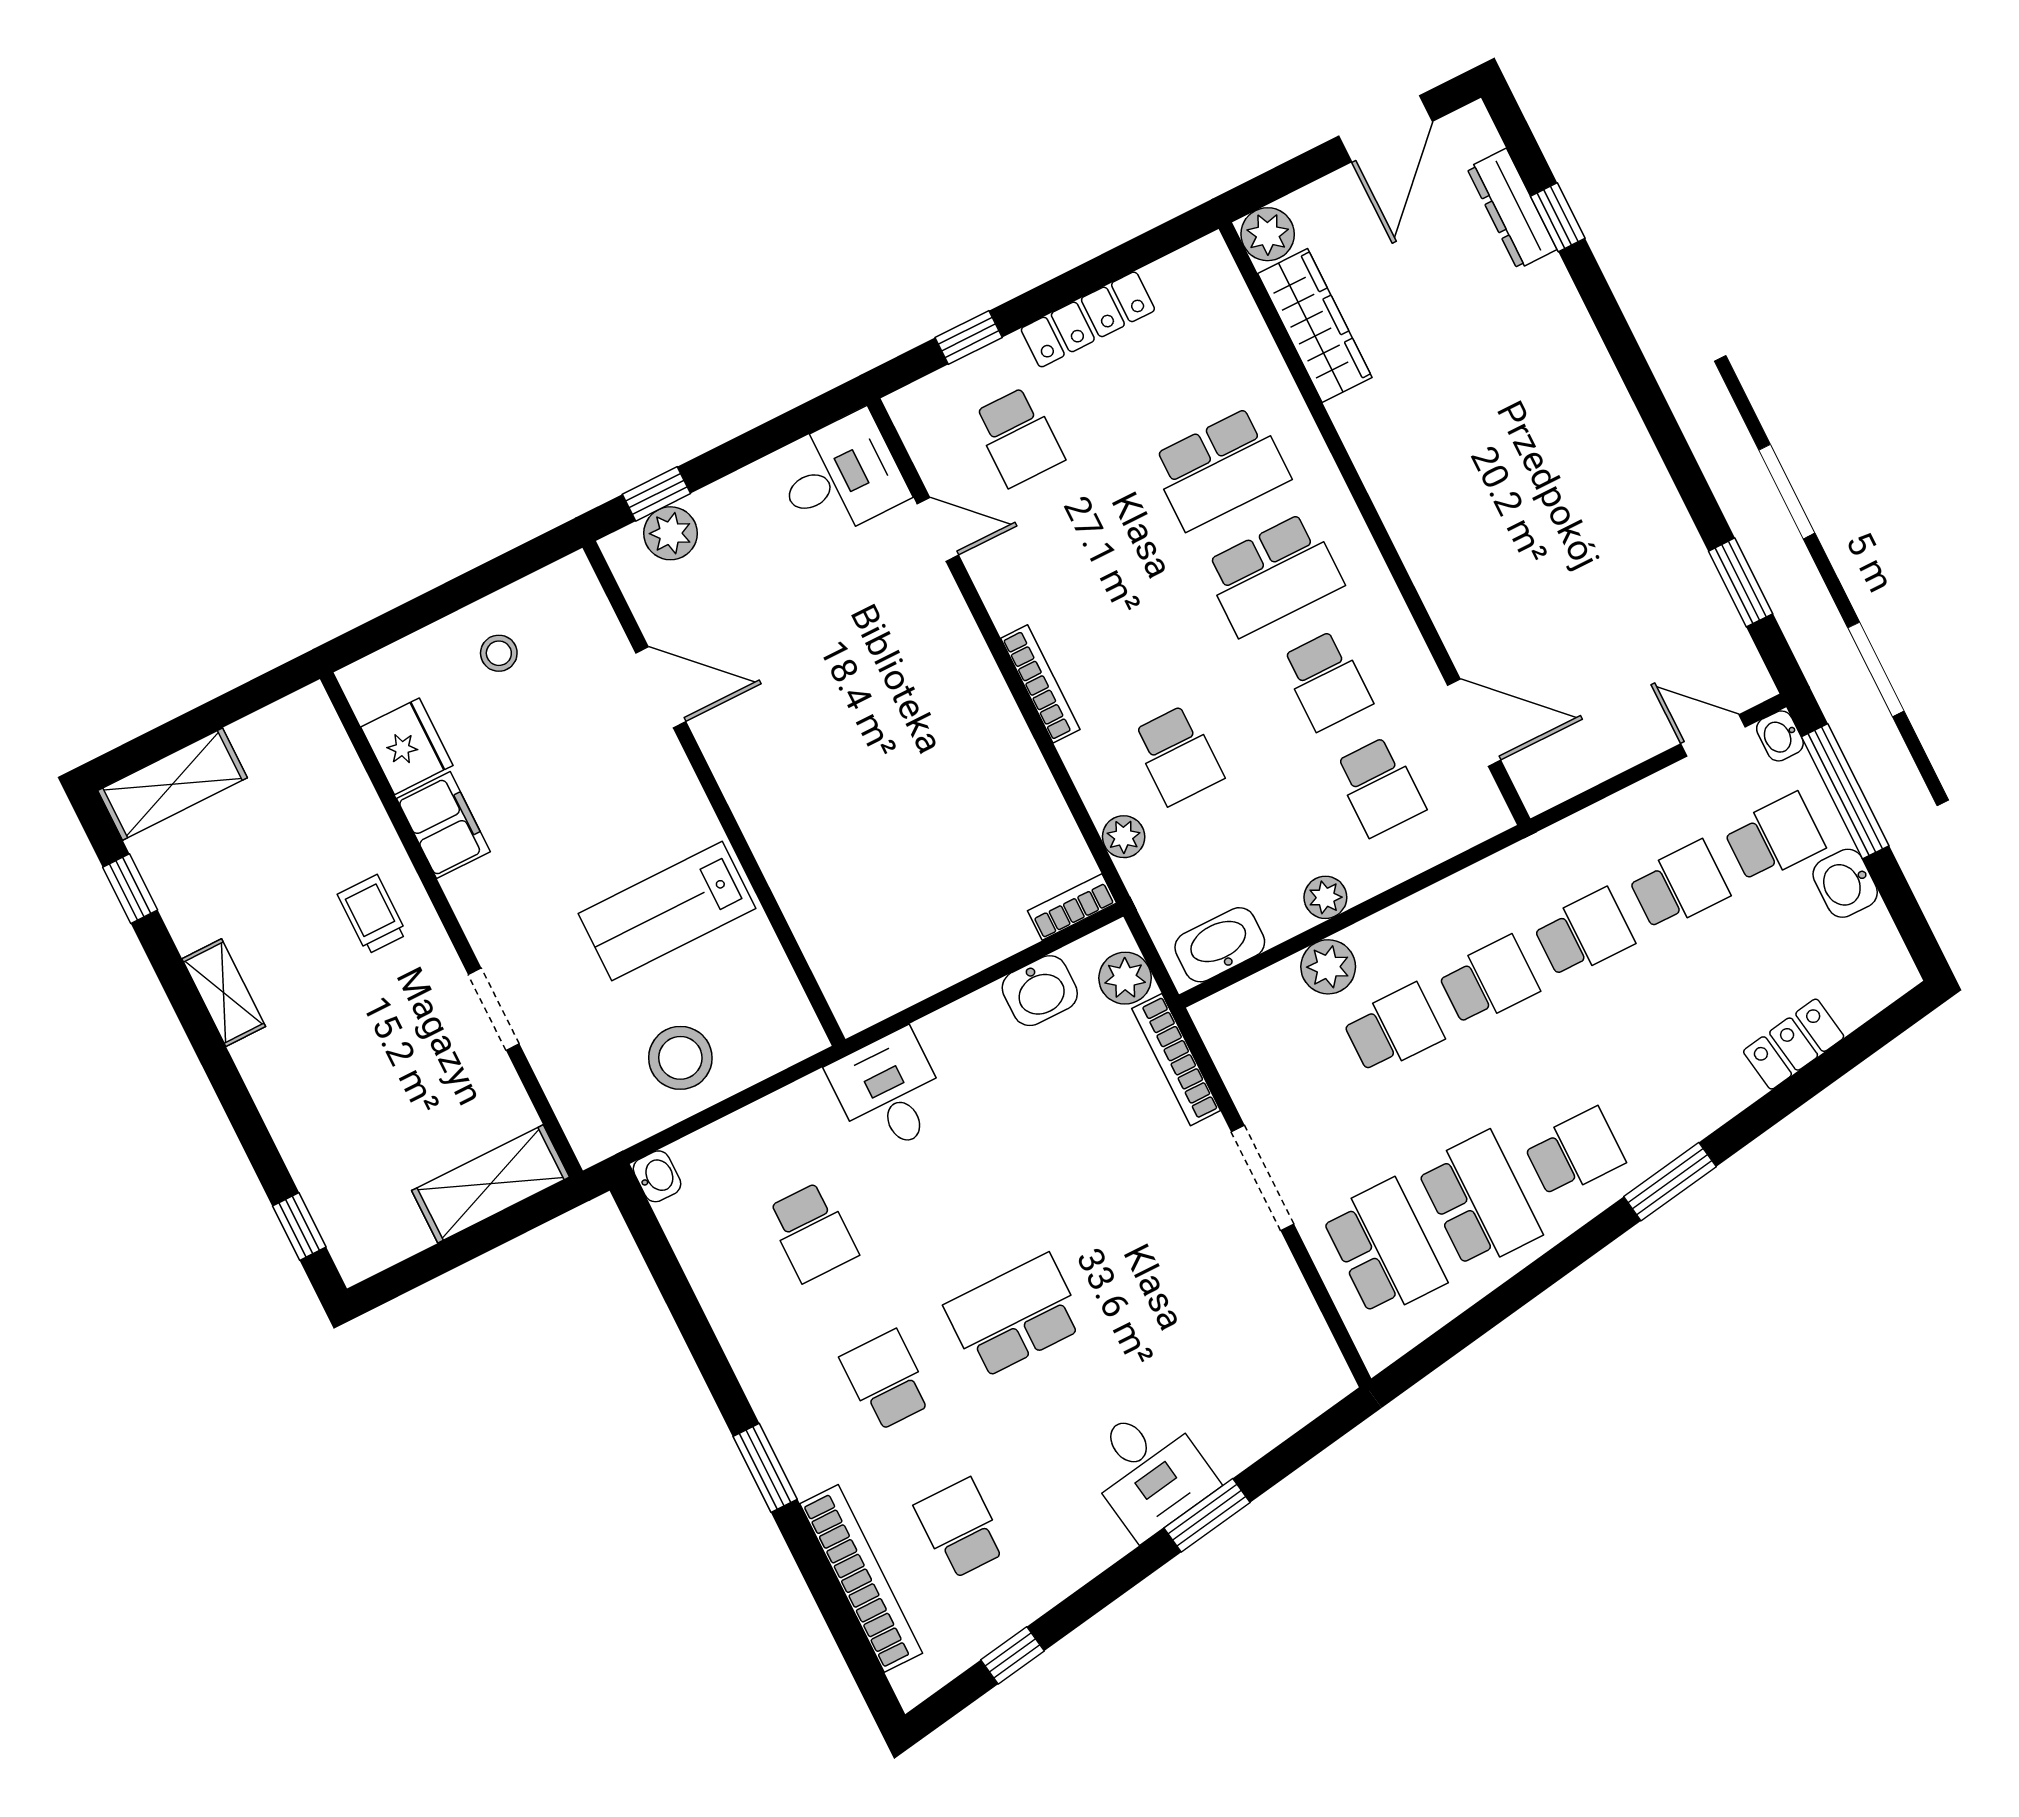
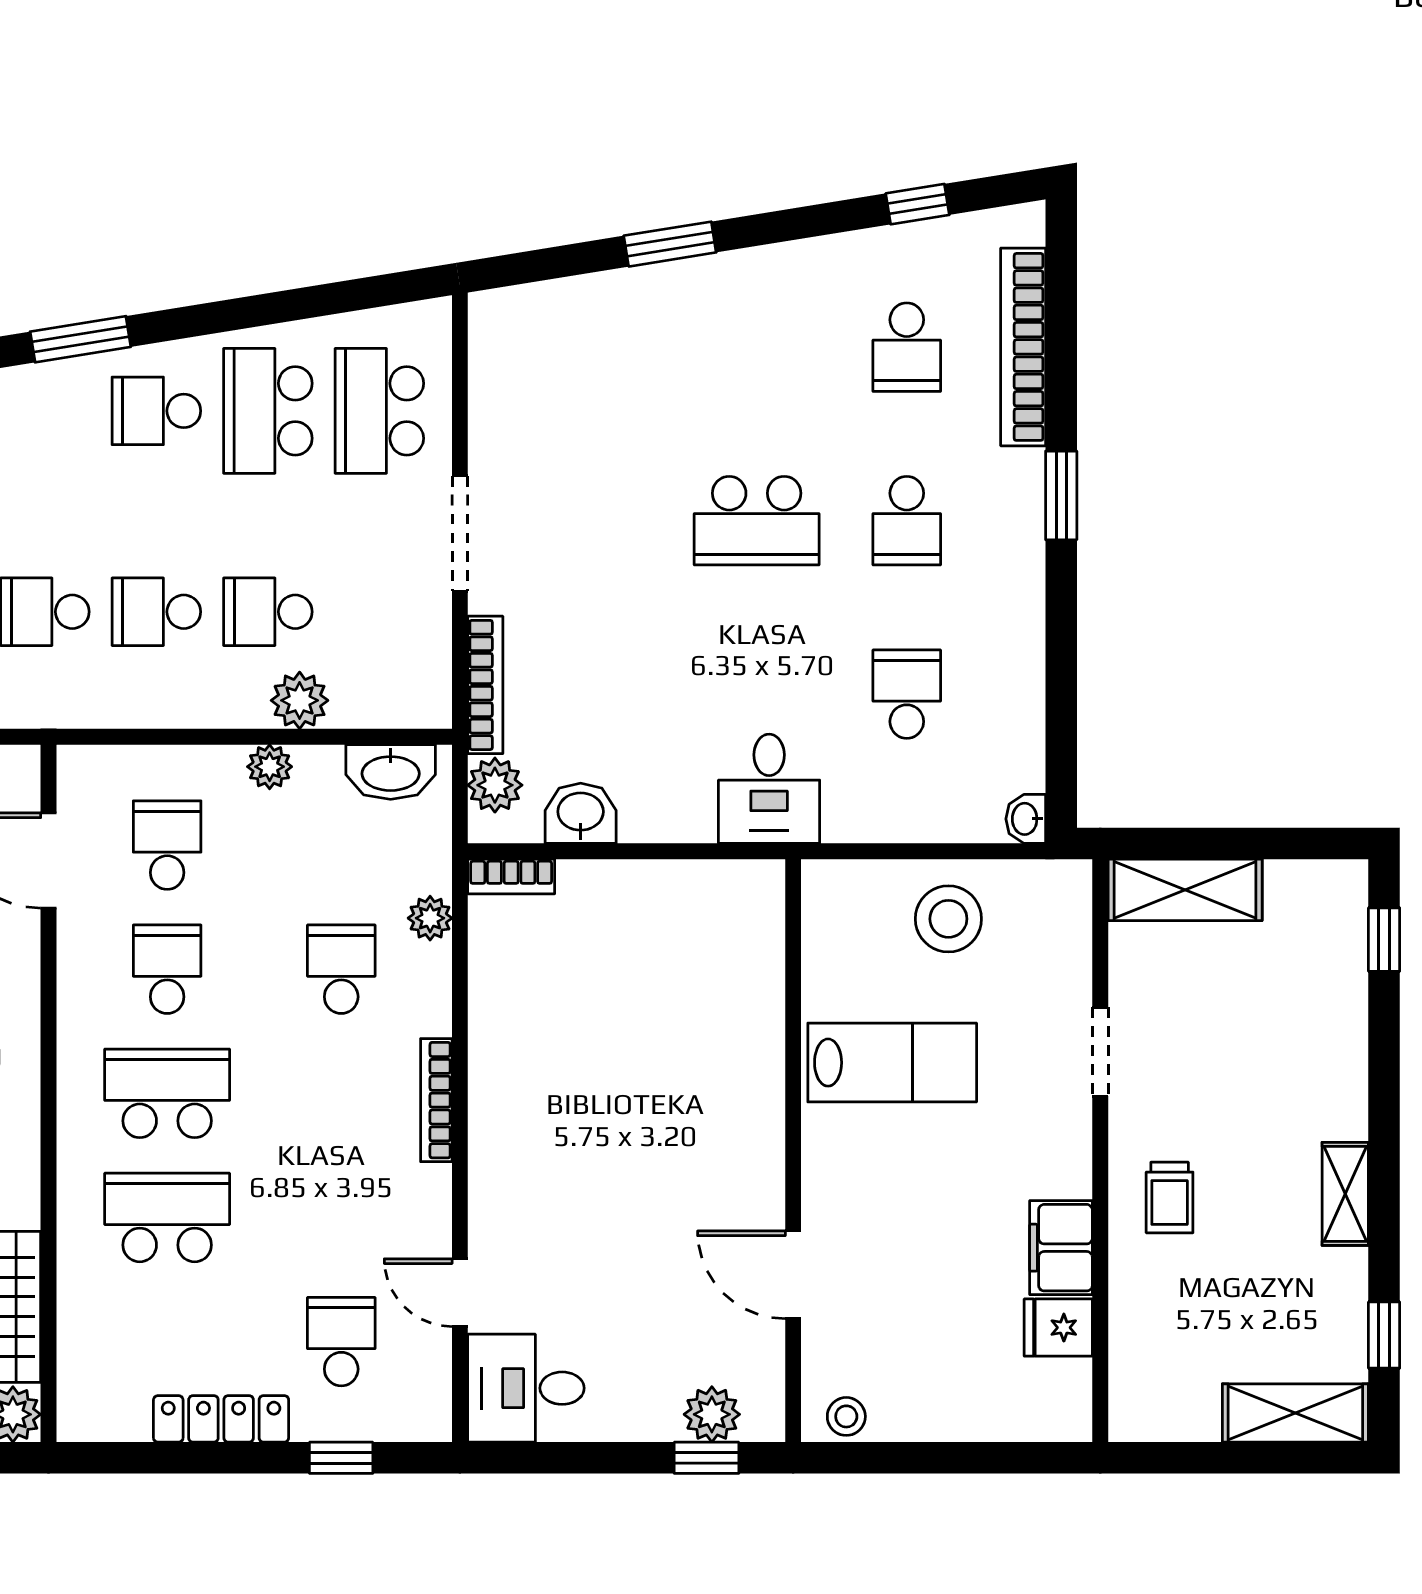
stool: (499, 653) -> (846, 1416), moved
fridge: (407, 746) -> (1058, 1328), width x0.72
desk: (1149, 1470) -> (703, 313), removed

